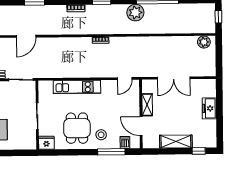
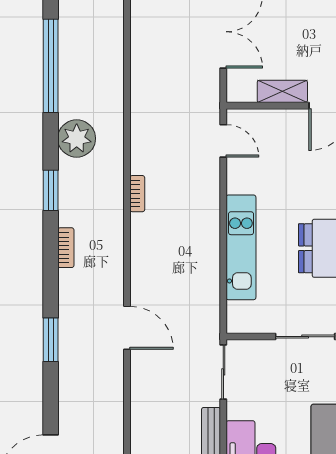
plant: (135, 13) -> (77, 138), moved
door: (26, 36) -> (127, 328), moved

